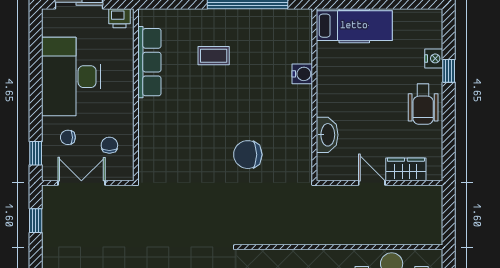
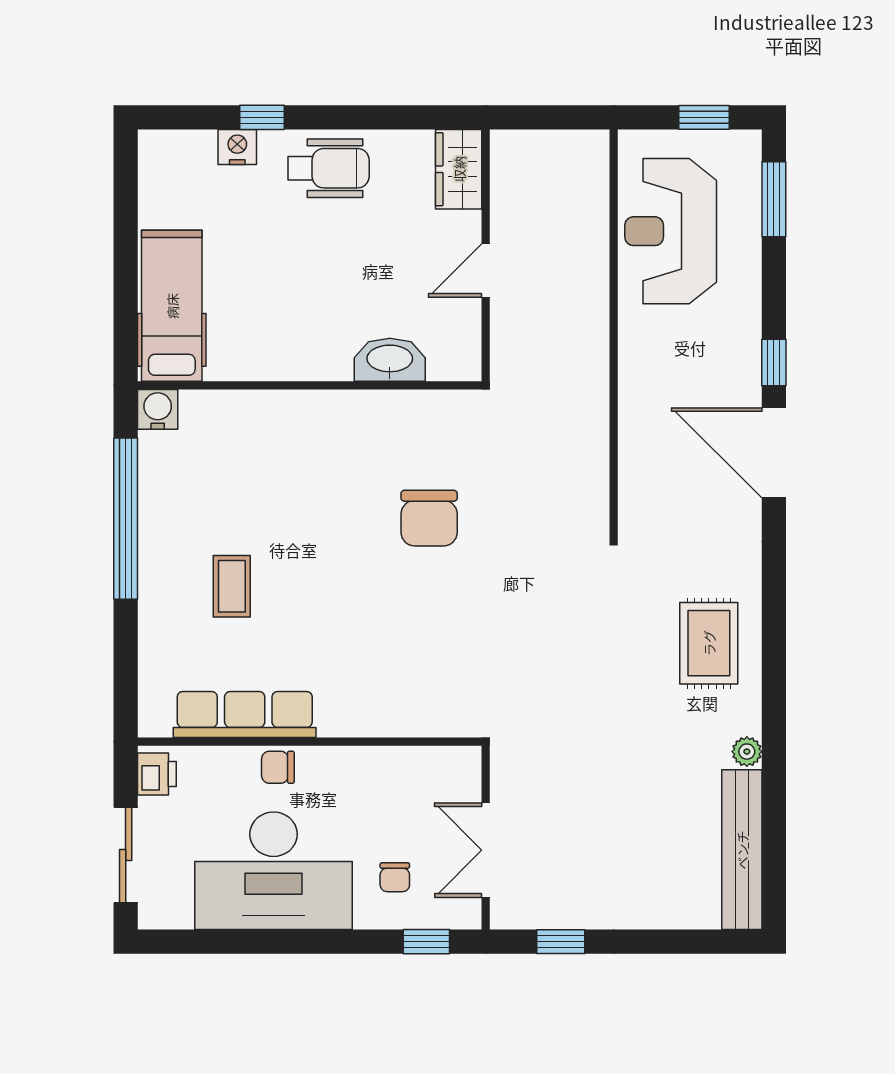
water cooler: (302, 74) -> (158, 409), moved
chair: (109, 145) -> (278, 767), moved
wardrobe: (406, 169) -> (459, 169), moved

